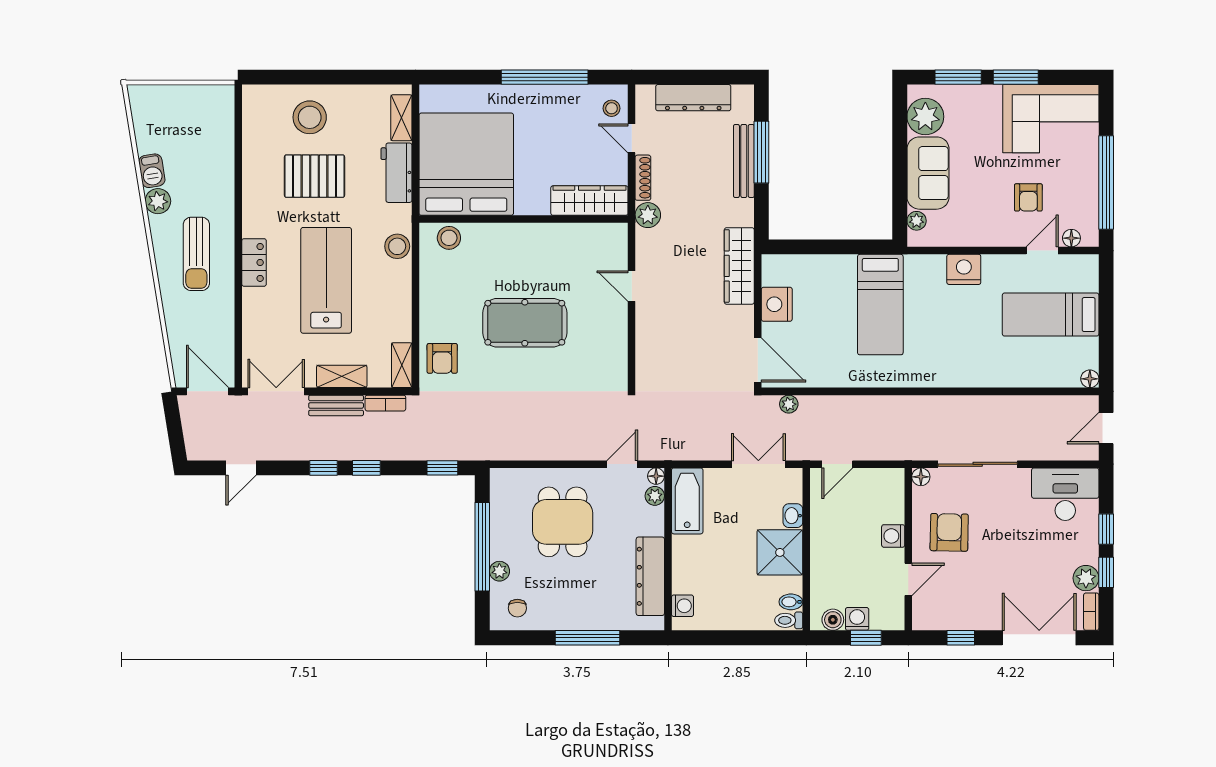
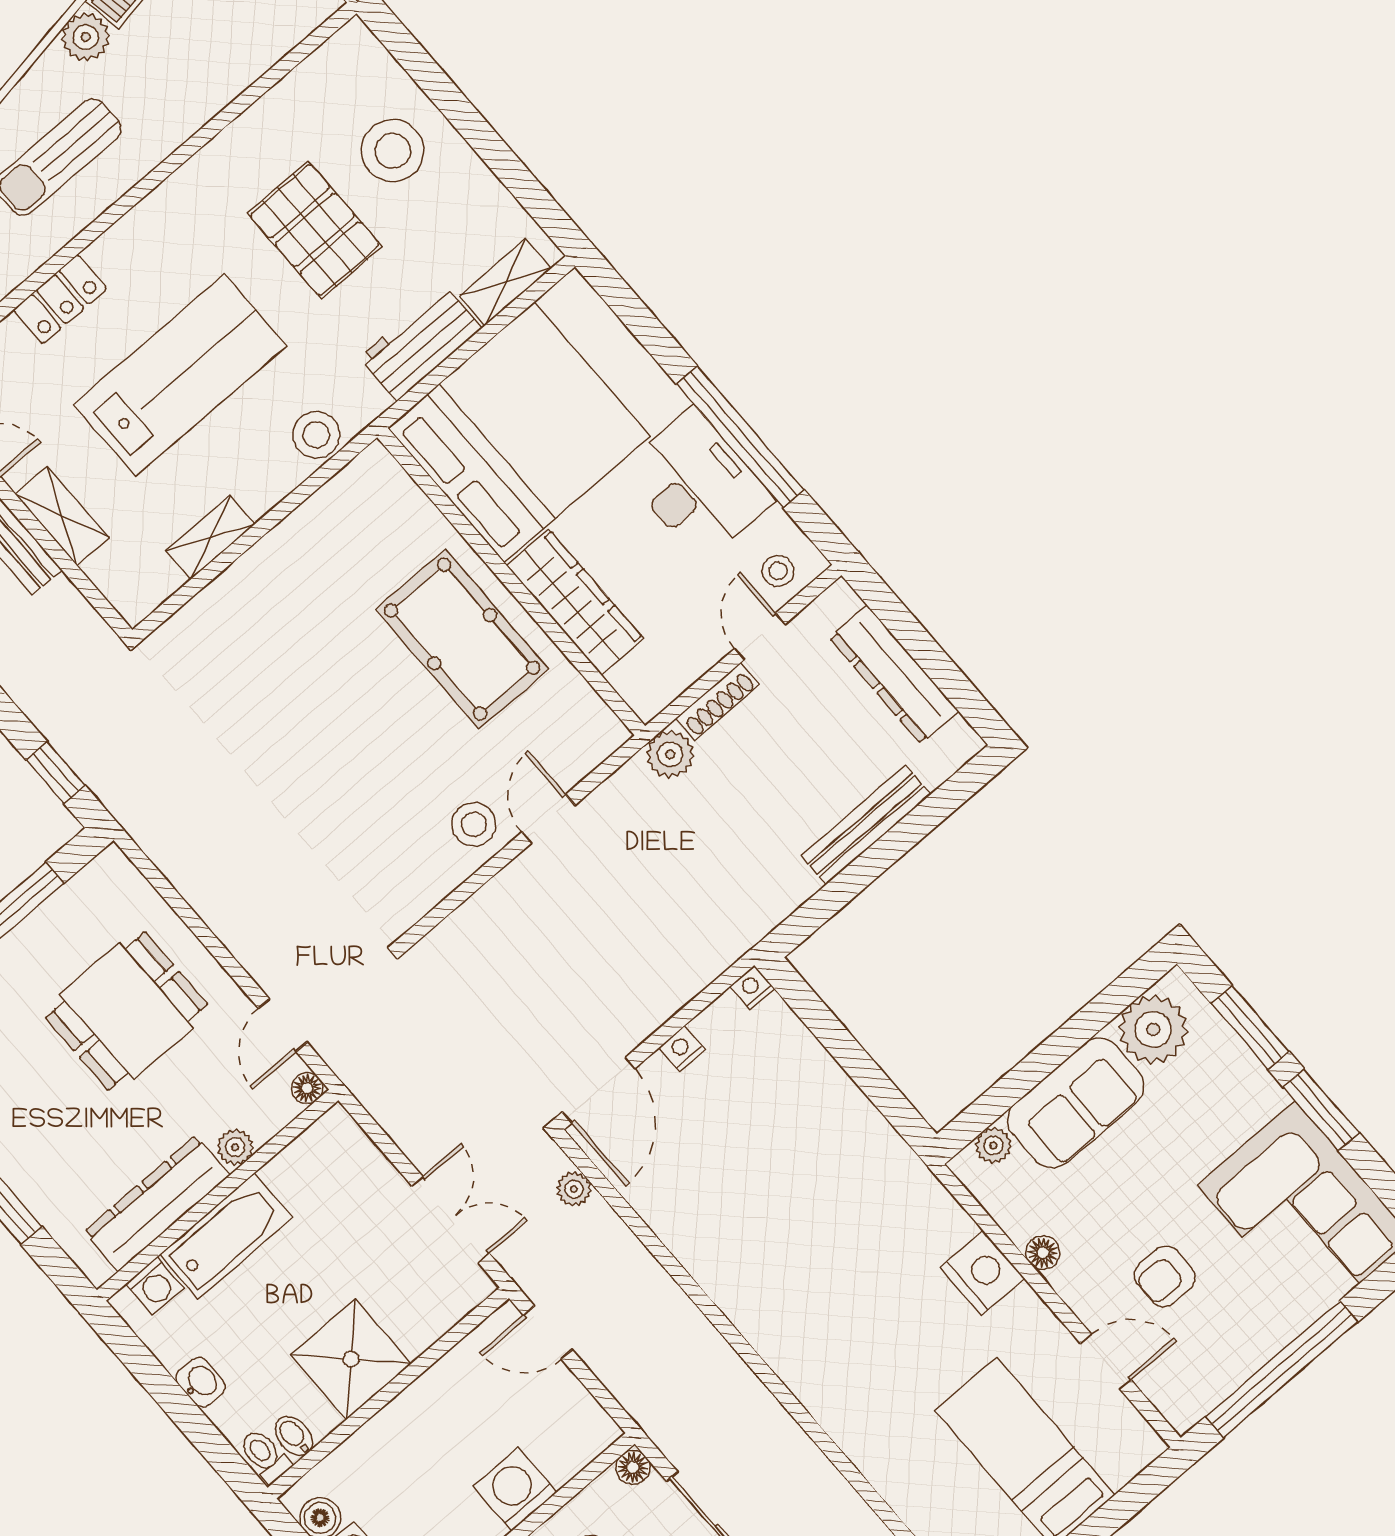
desk: (549, 111) -> (697, 485), added
window: (761, 152) -> (900, 839), removed
wardrobe: (589, 201) -> (575, 602), moved
stool: (449, 238) -> (474, 824), moved
floor lamp: (1071, 238) -> (1043, 1253), moved
locker: (254, 262) -> (60, 299), moved
nightstand: (770, 263) -> (752, 988), added
wardrobe: (739, 266) -> (710, 948), removed
nightstand: (777, 304) -> (682, 1049), width x0.53, depth x0.56
bed: (880, 305) -> (829, 1197), removed
pool table: (525, 323) -> (462, 639), moved
armchair: (442, 358) -> (212, 637), removed
shelving: (402, 365) -> (210, 538), moved
bookcase: (385, 403) -> (78, 611), removed
door: (622, 464) -> (283, 1025), swing flipped
plant: (655, 496) -> (235, 1147), moved
bathtub: (687, 501) -> (226, 1236), moved
washbasin: (793, 516) -> (201, 1382), moved, turned 90
washing machine: (893, 536) -> (515, 1489), width x1.38, depth x1.38

